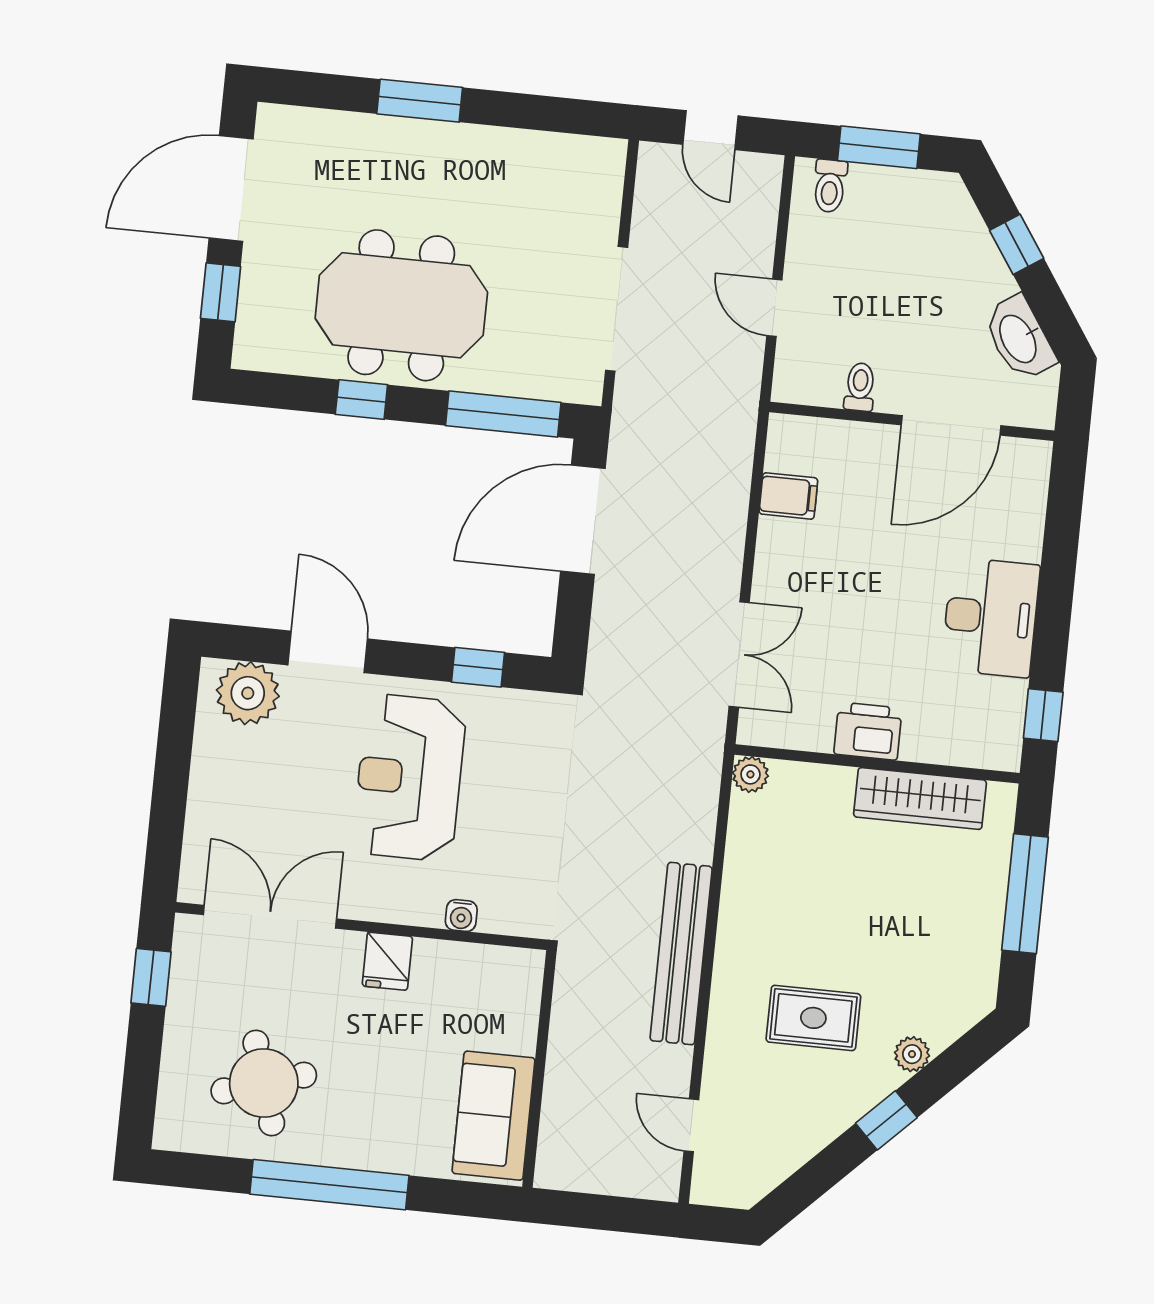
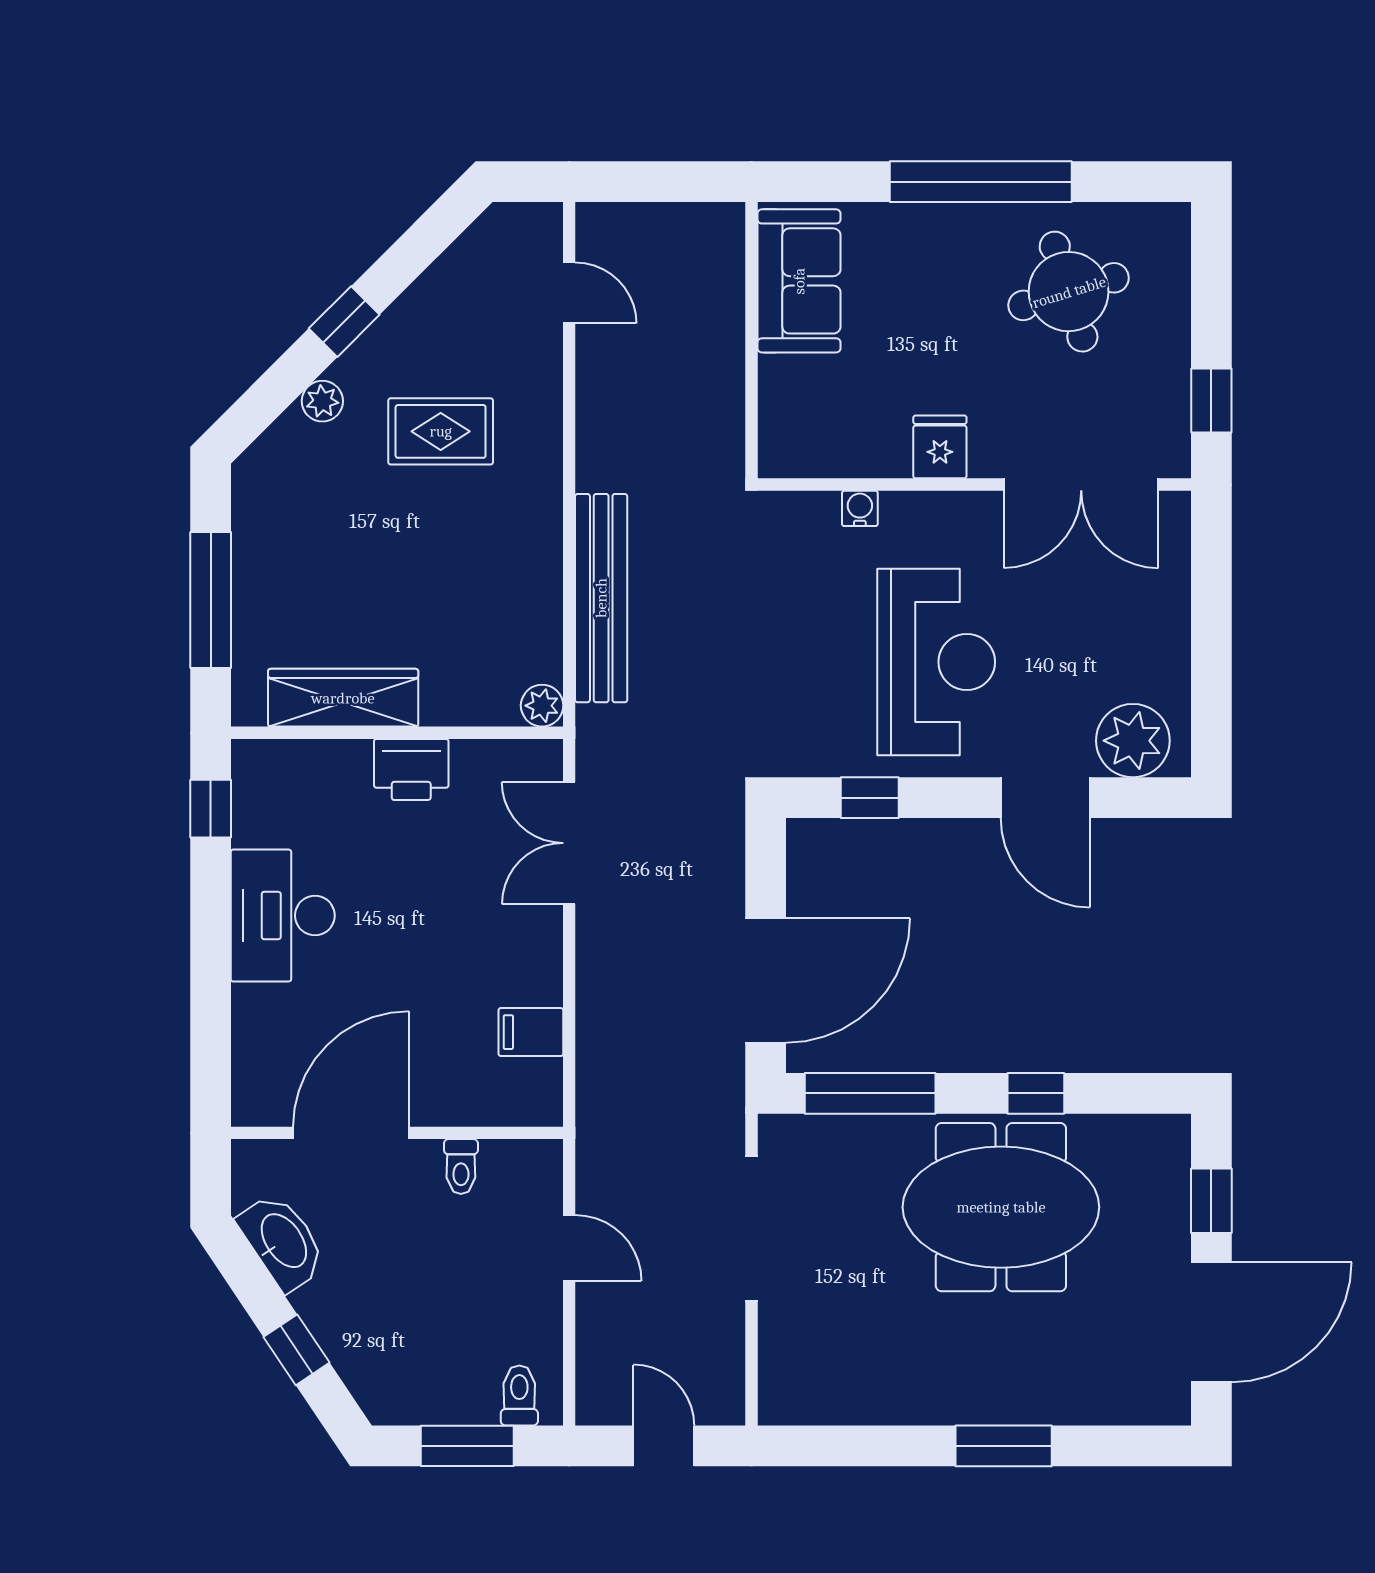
bench: (681, 954) -> (601, 598), moved

